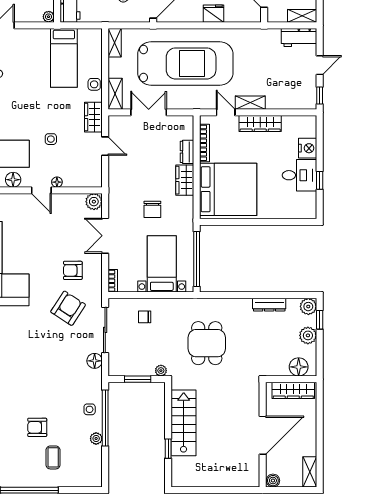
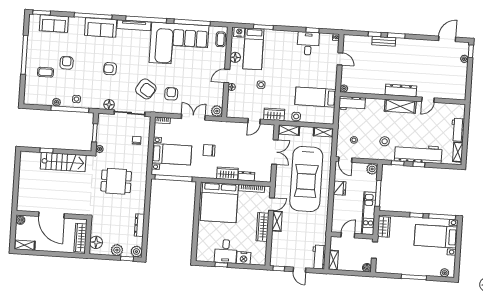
fridge: (213, 14) -> (340, 188), moved
armchair: (42, 363) -> (110, 69), added

